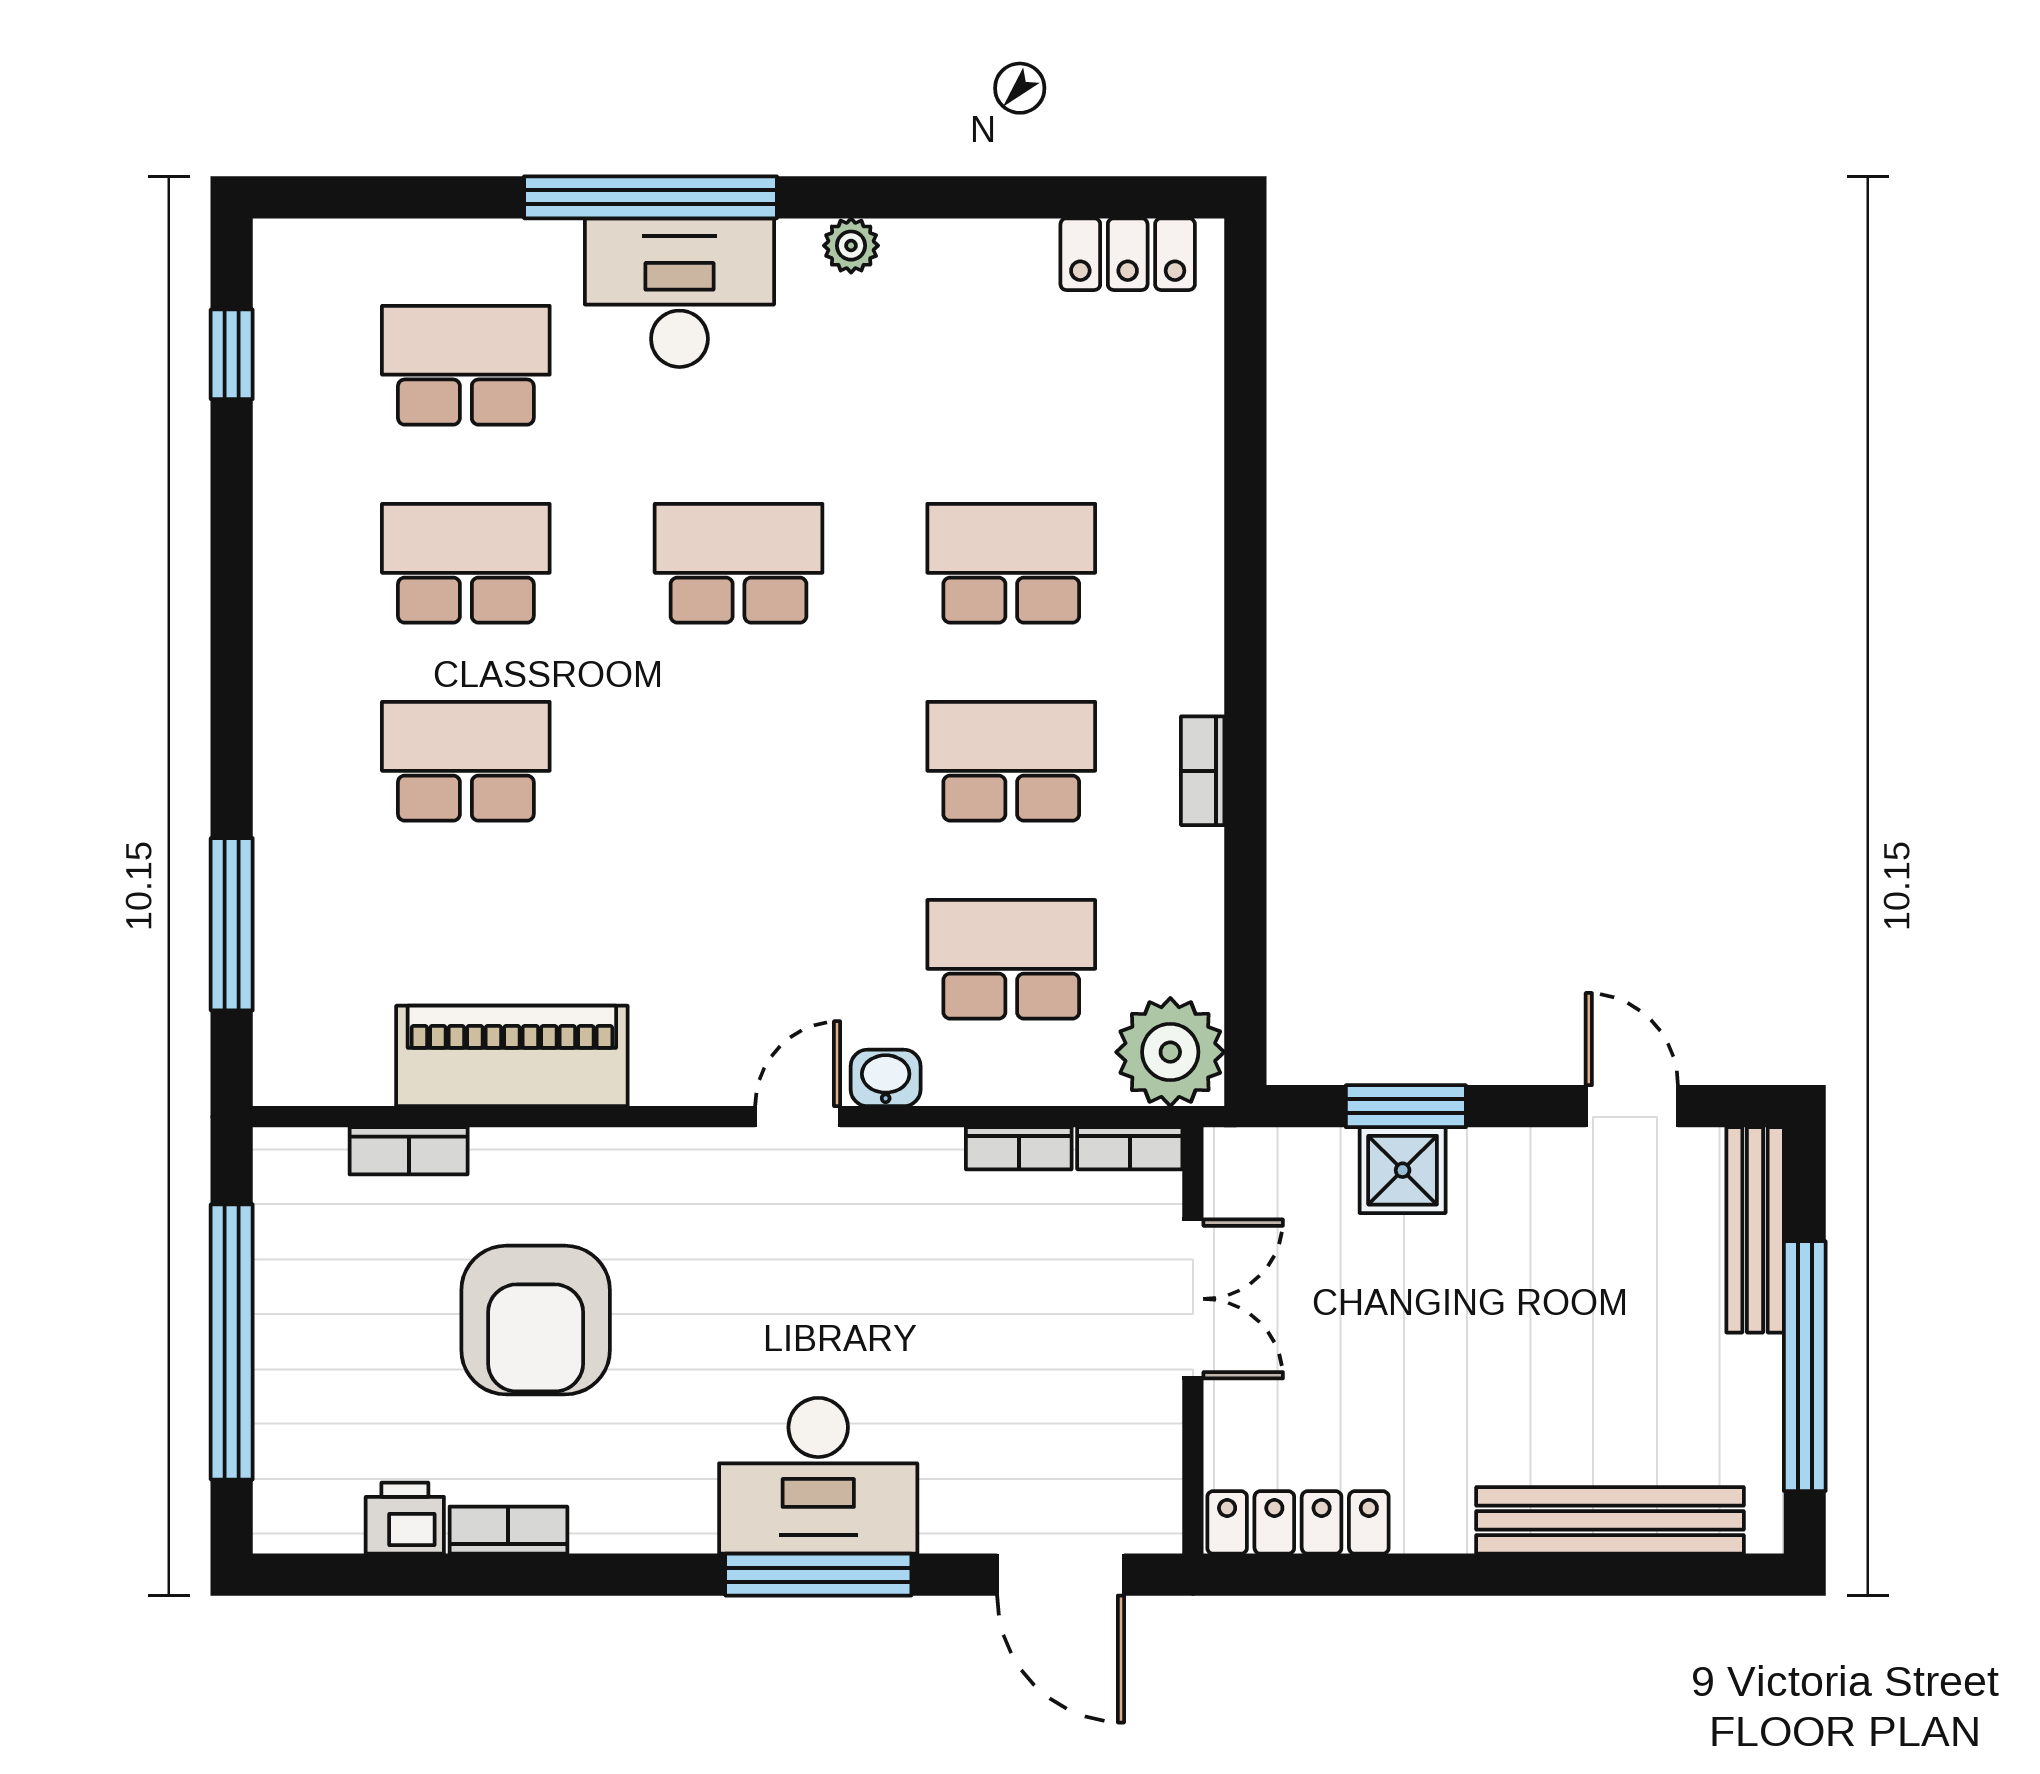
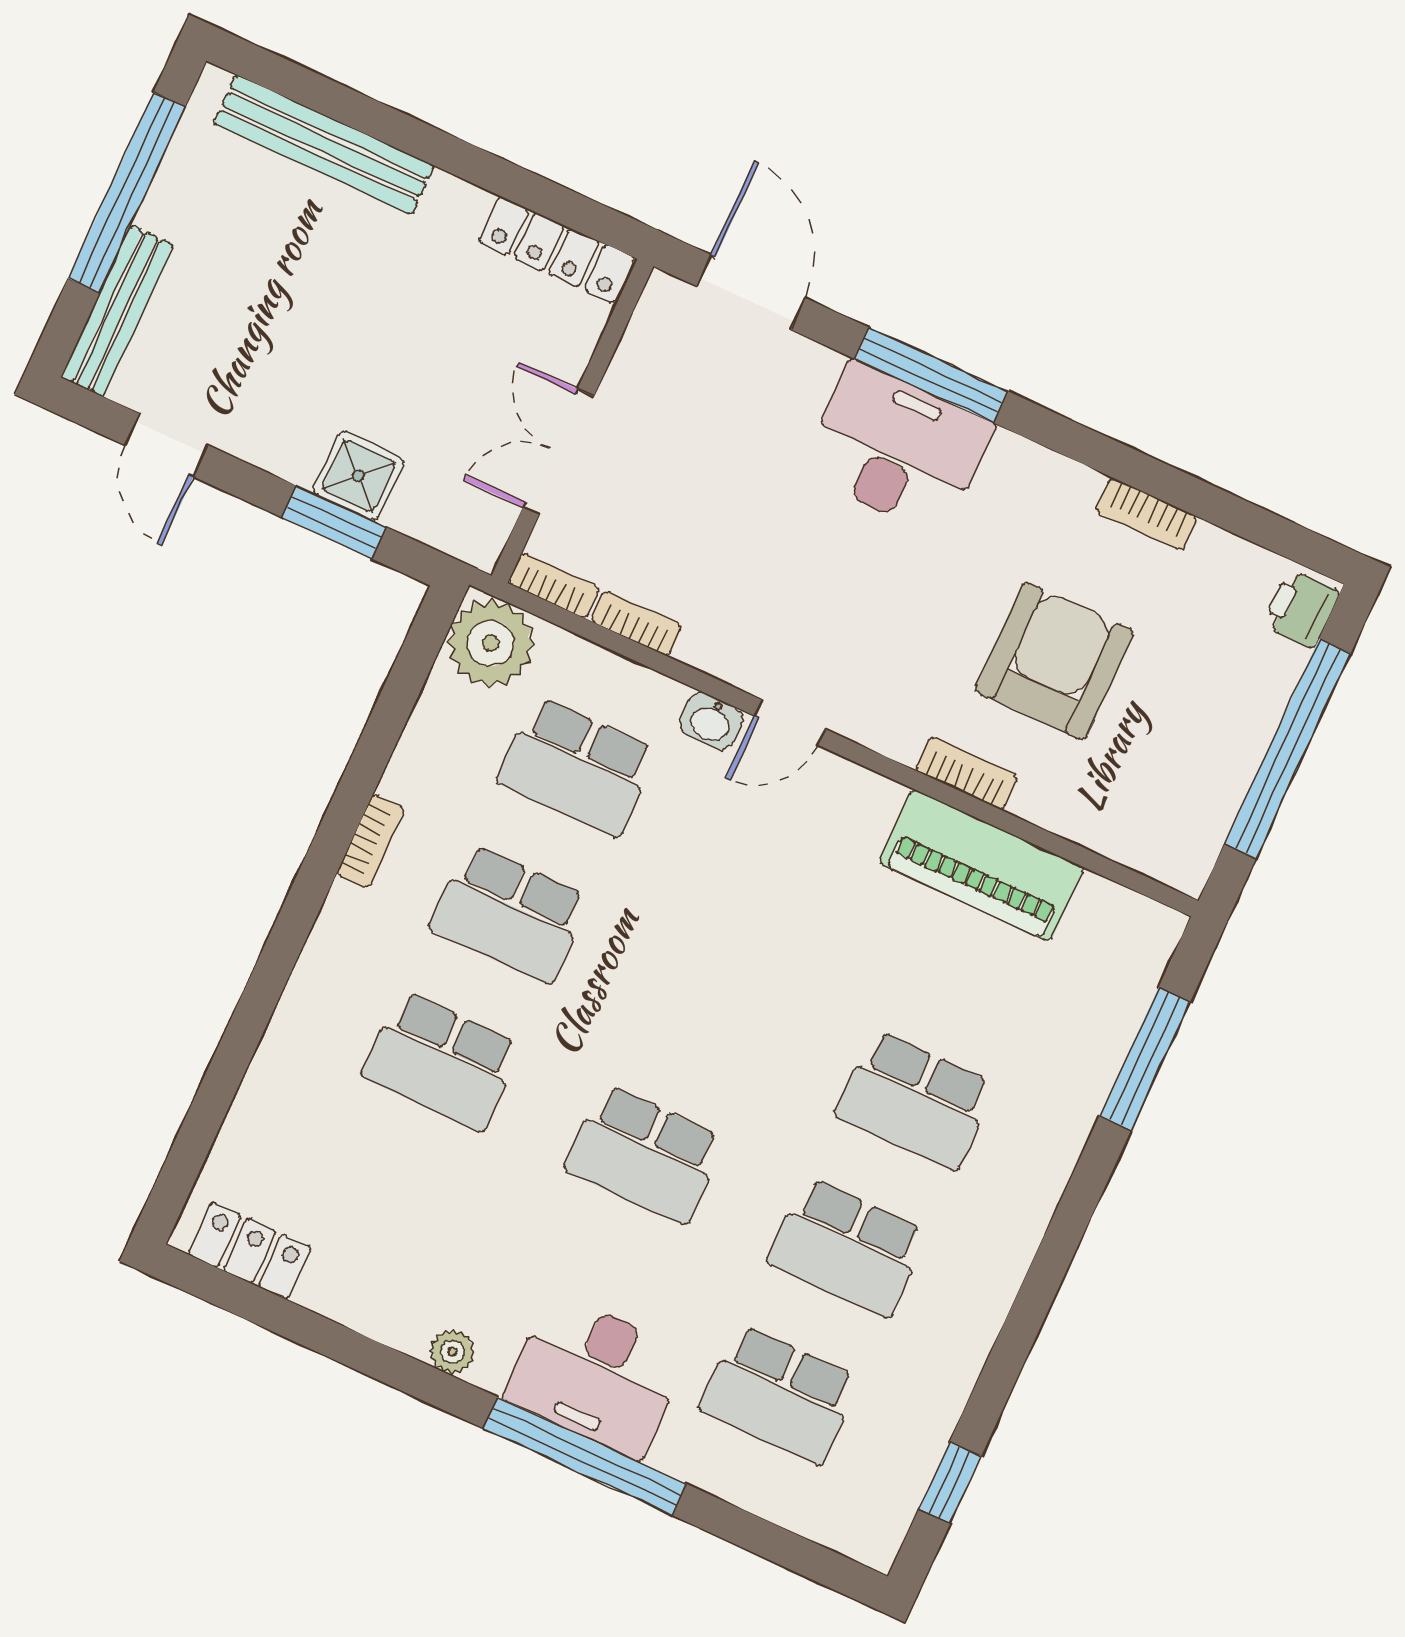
bookcase: (409, 1151) -> (967, 773), moved
printer: (405, 1518) -> (1301, 609), moved, turned 90

